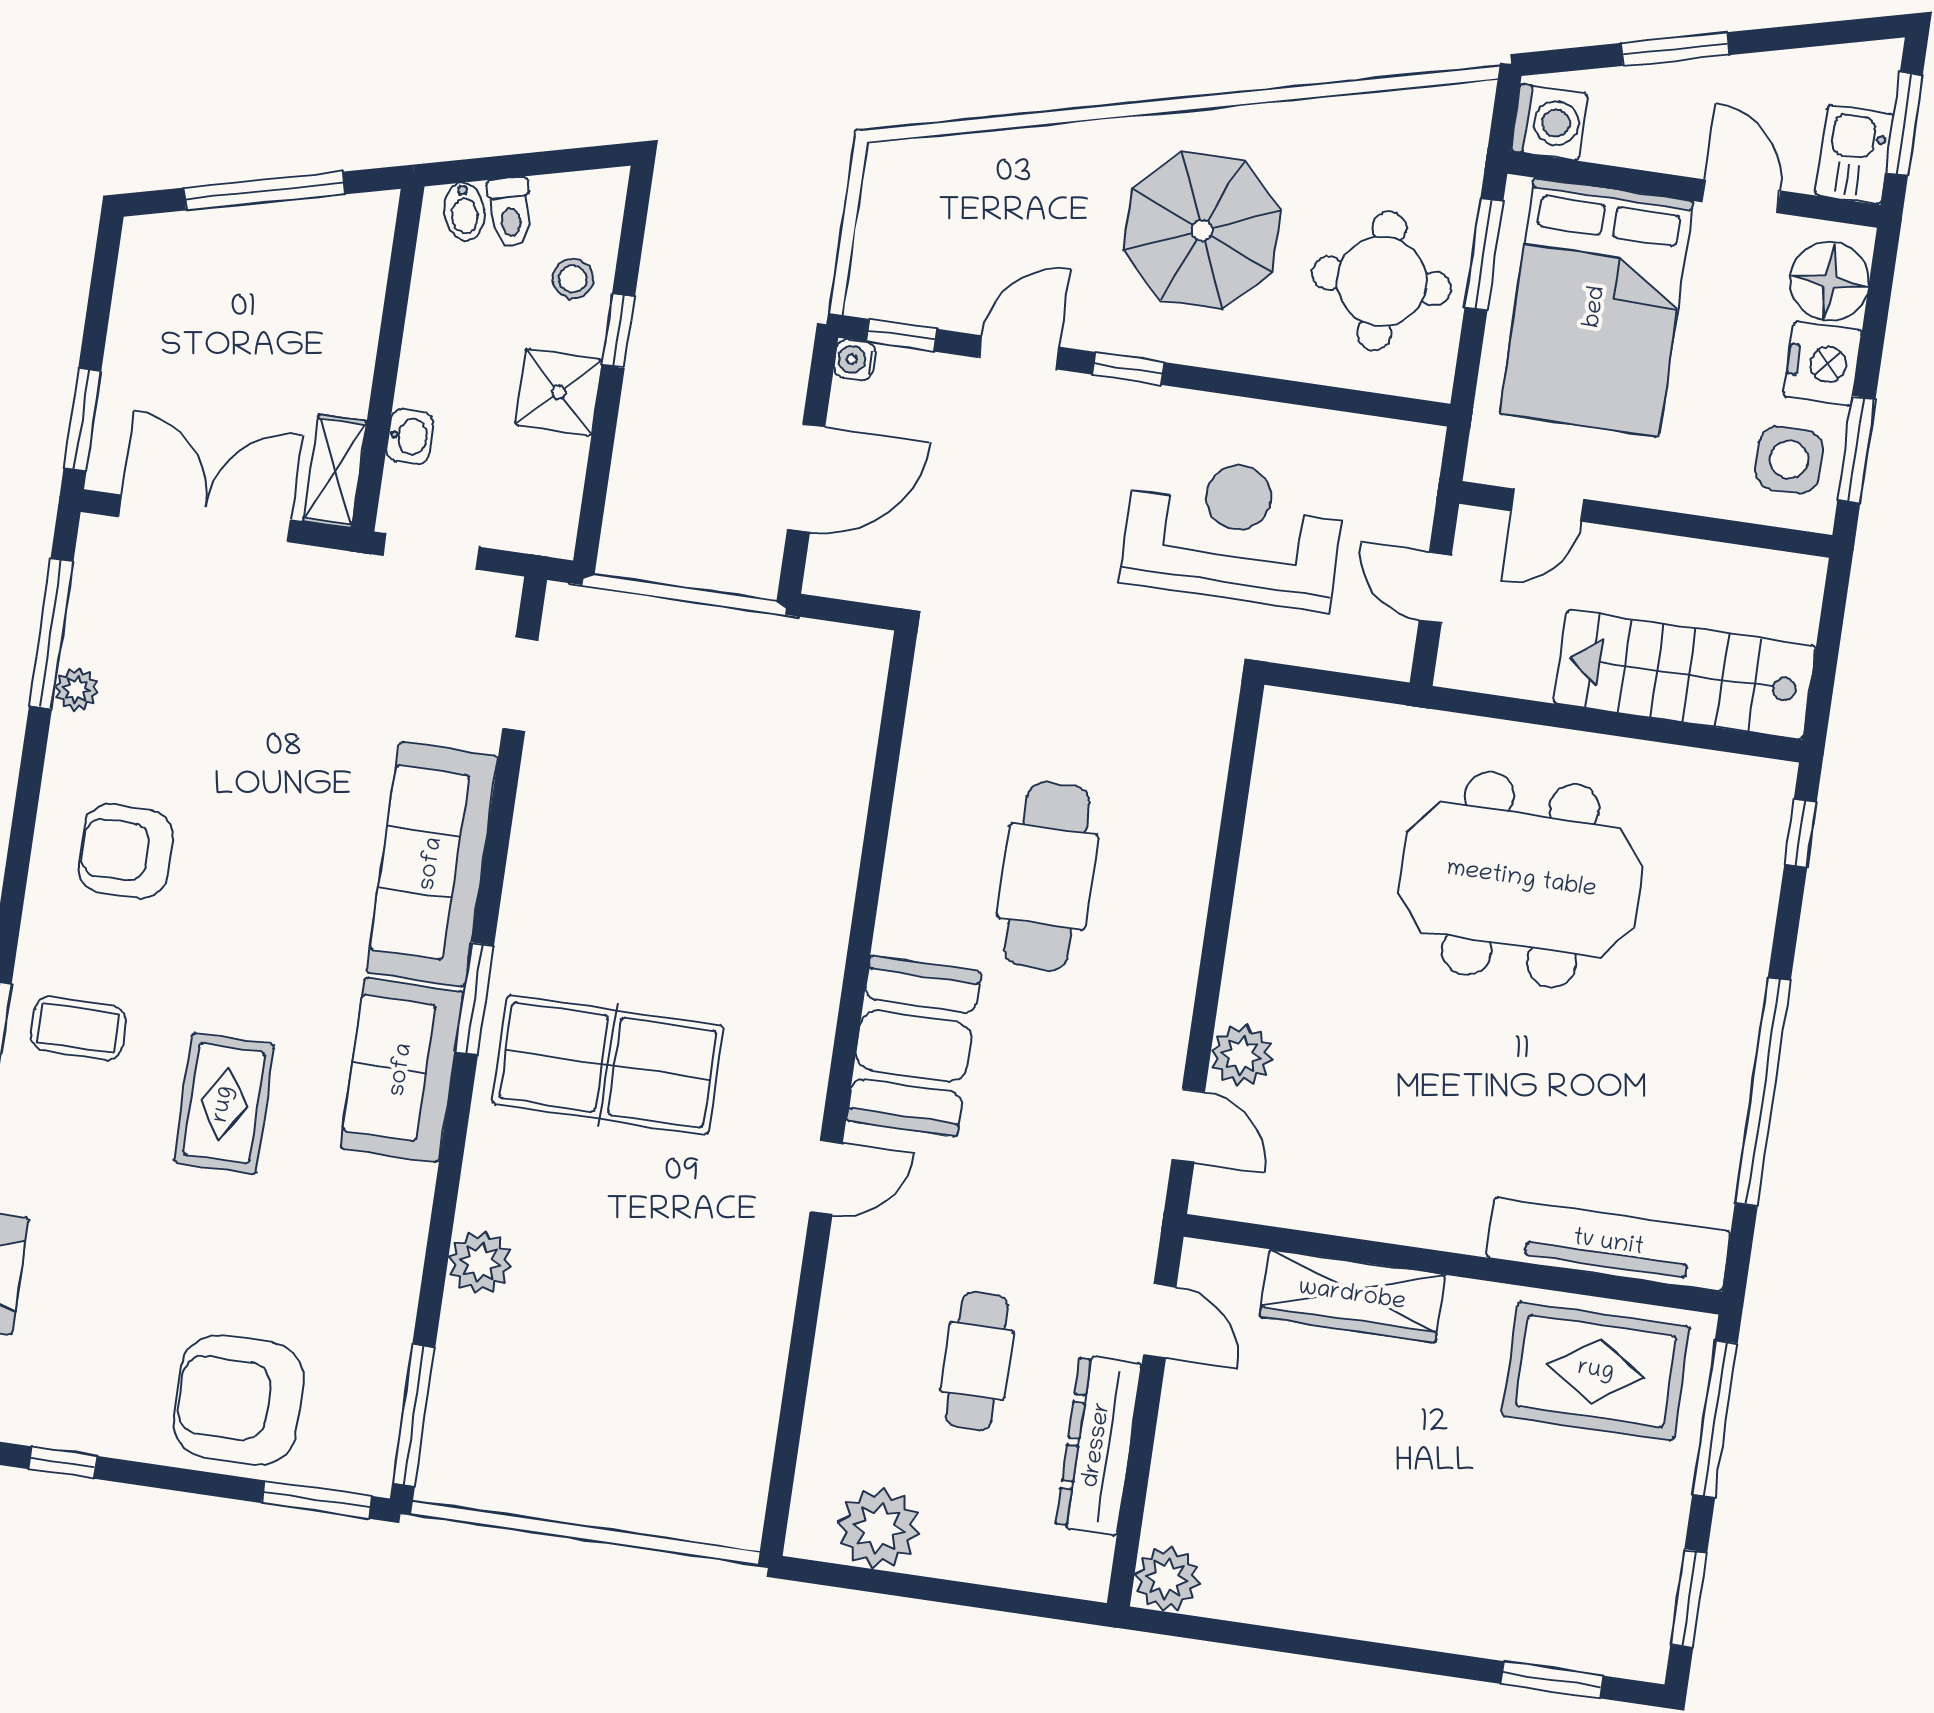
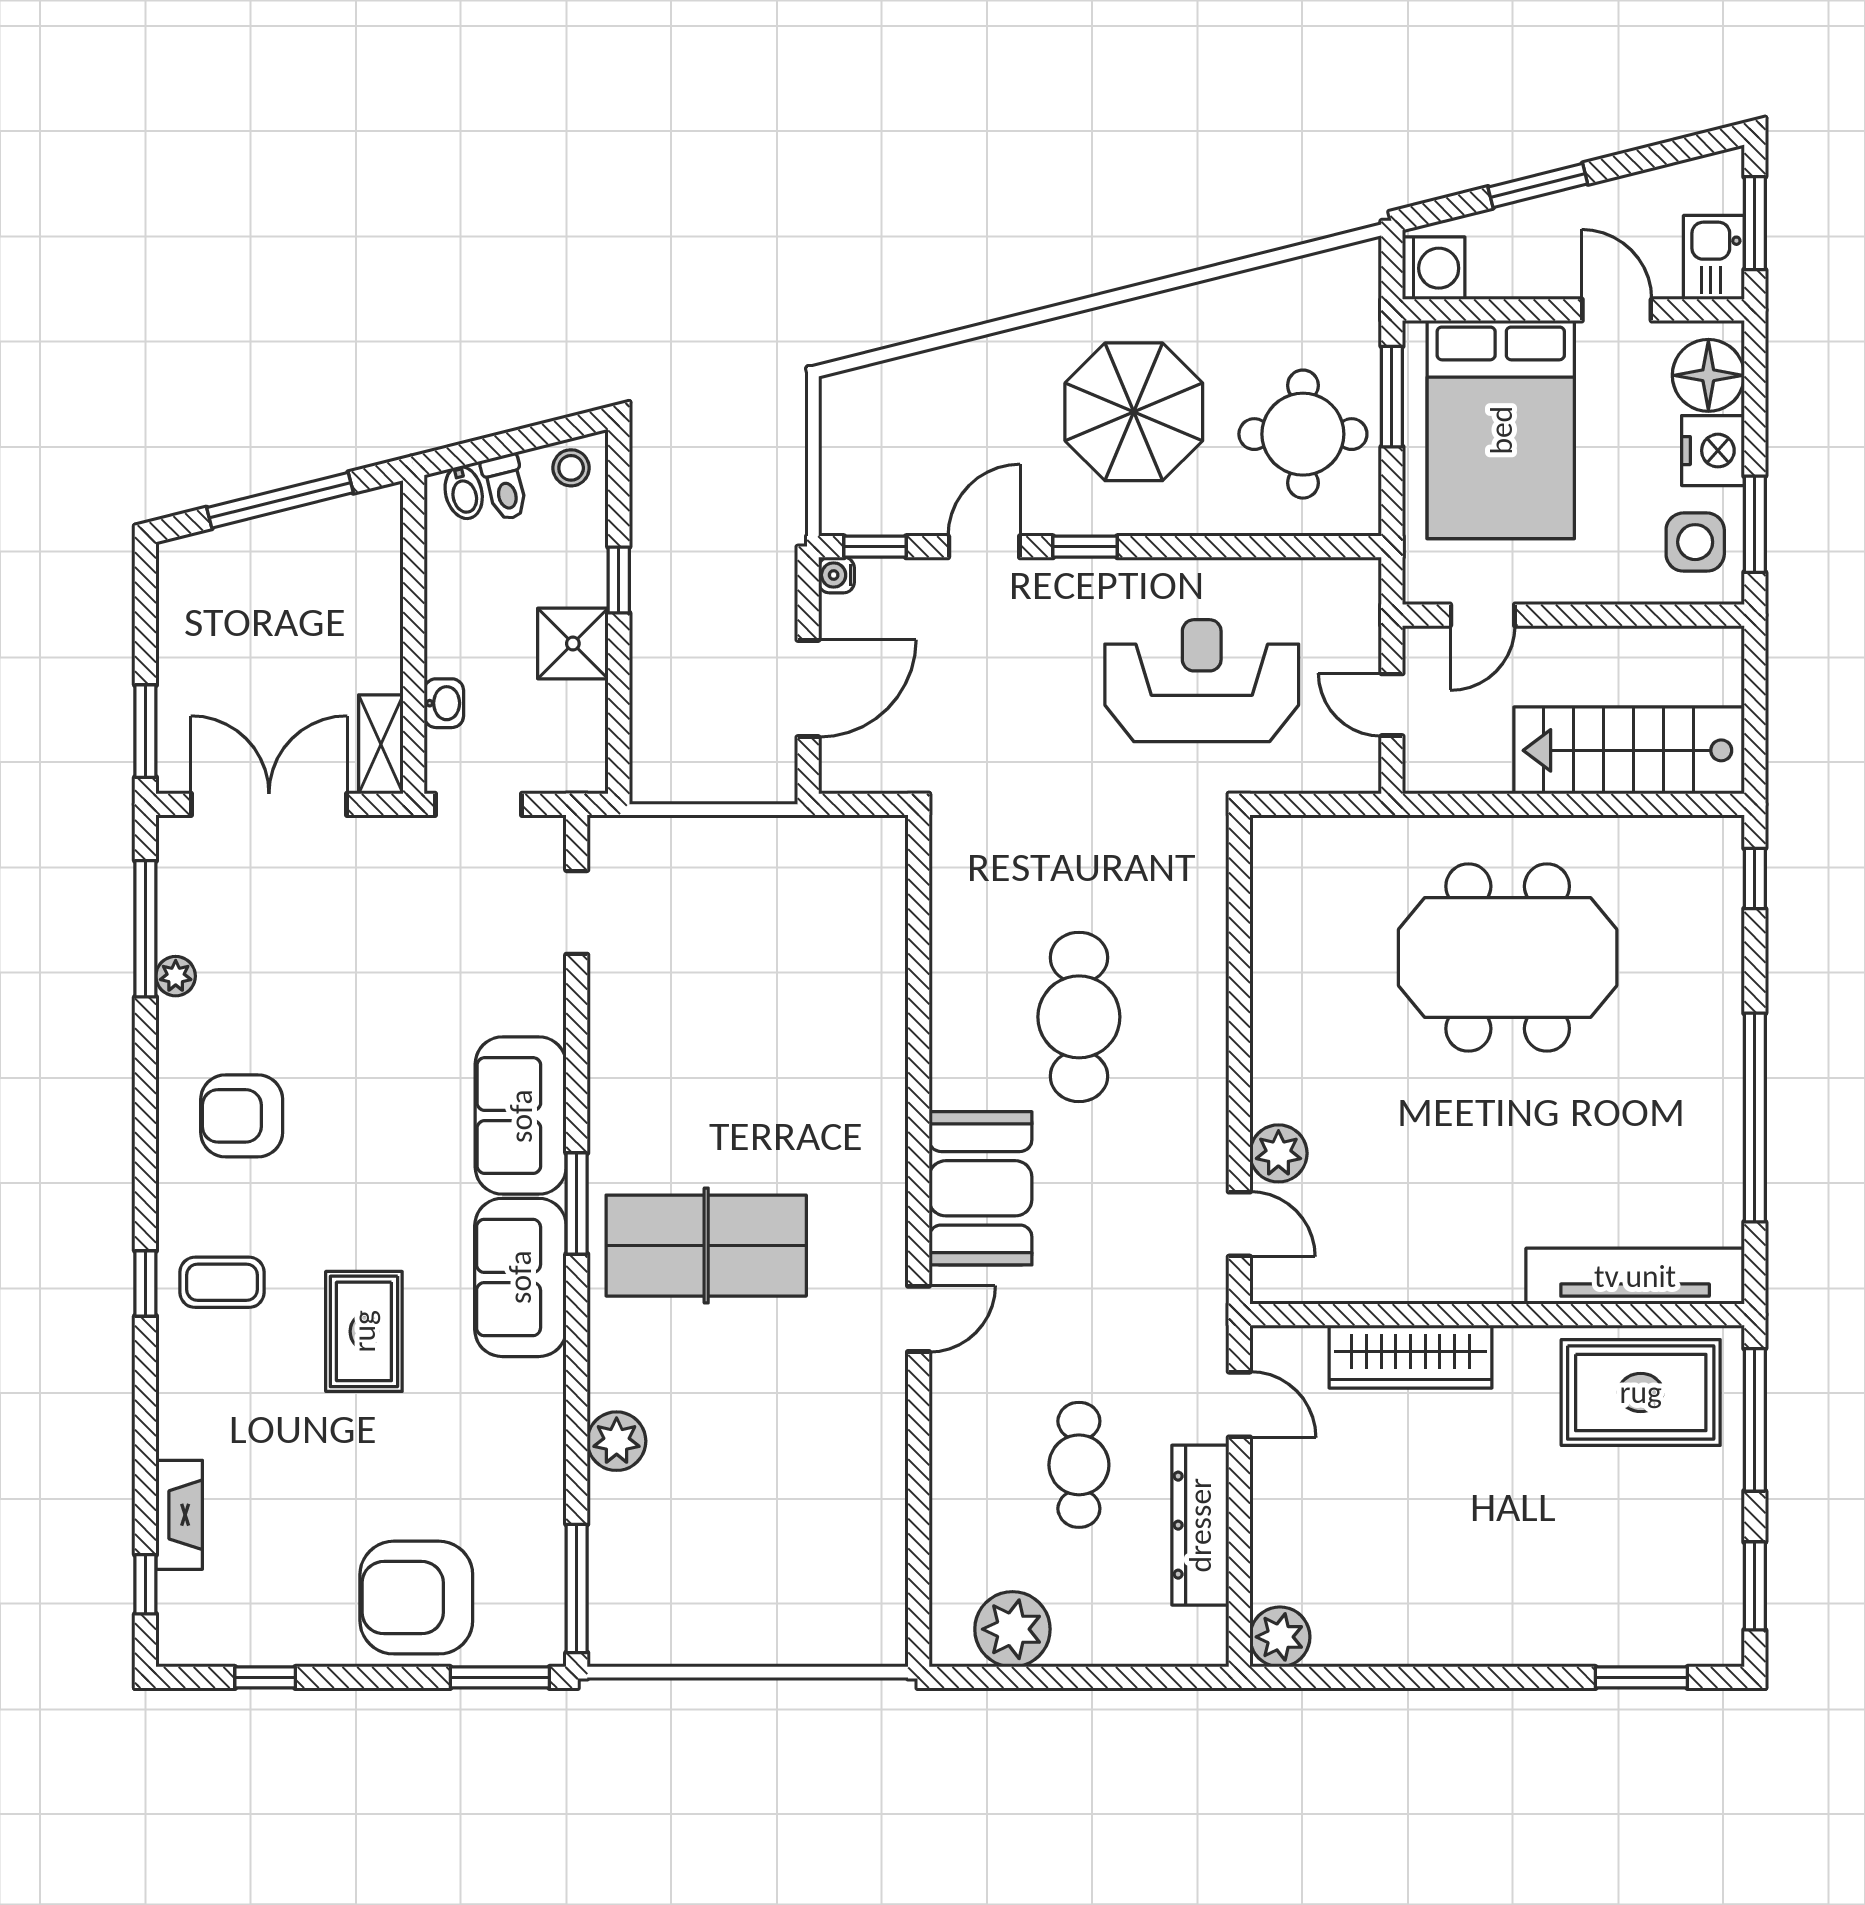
stool: (573, 279) -> (571, 468), moved
sofa: (432, 864) -> (521, 1116), width x0.73

